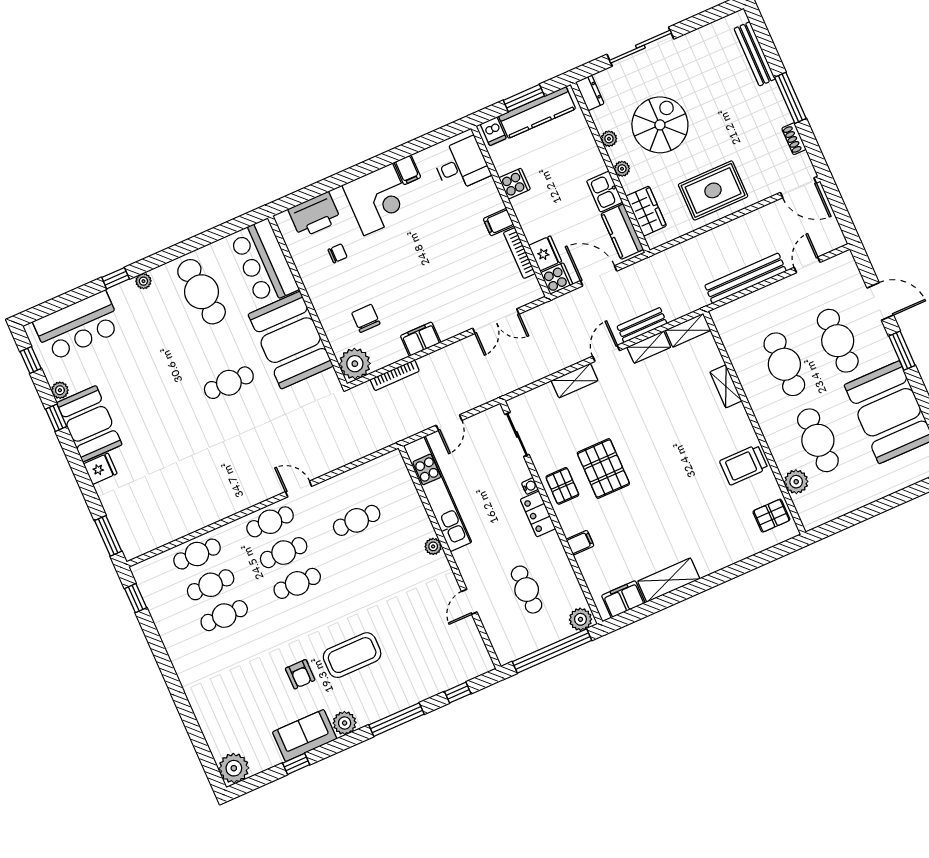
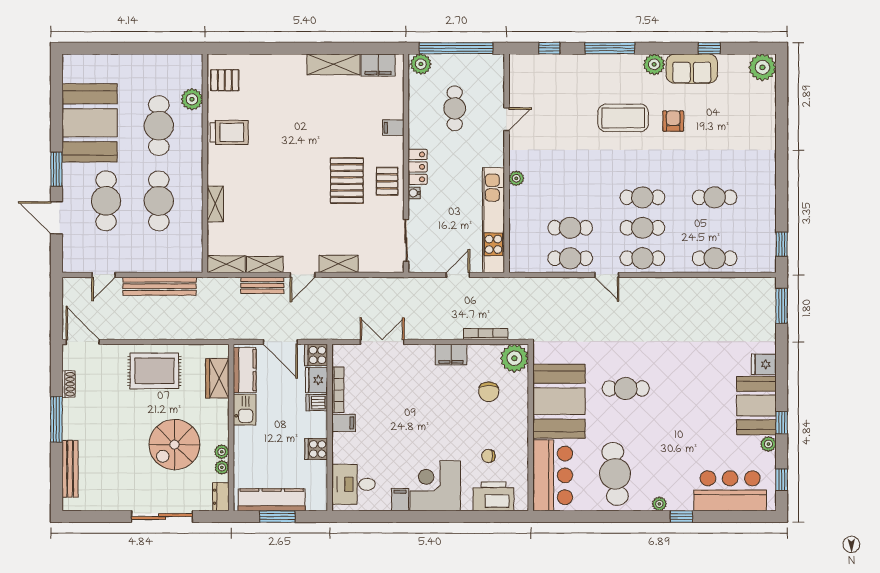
dishwasher: (493, 131) -> (317, 403), moved, turned -90
plant: (622, 169) -> (222, 467), moved
cafe table: (211, 585) -> (570, 258), moved

